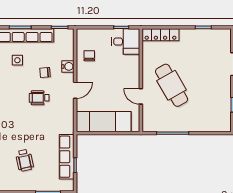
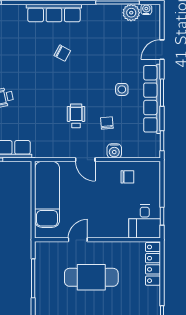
cafe table: (172, 85) -> (91, 277), turned 30

